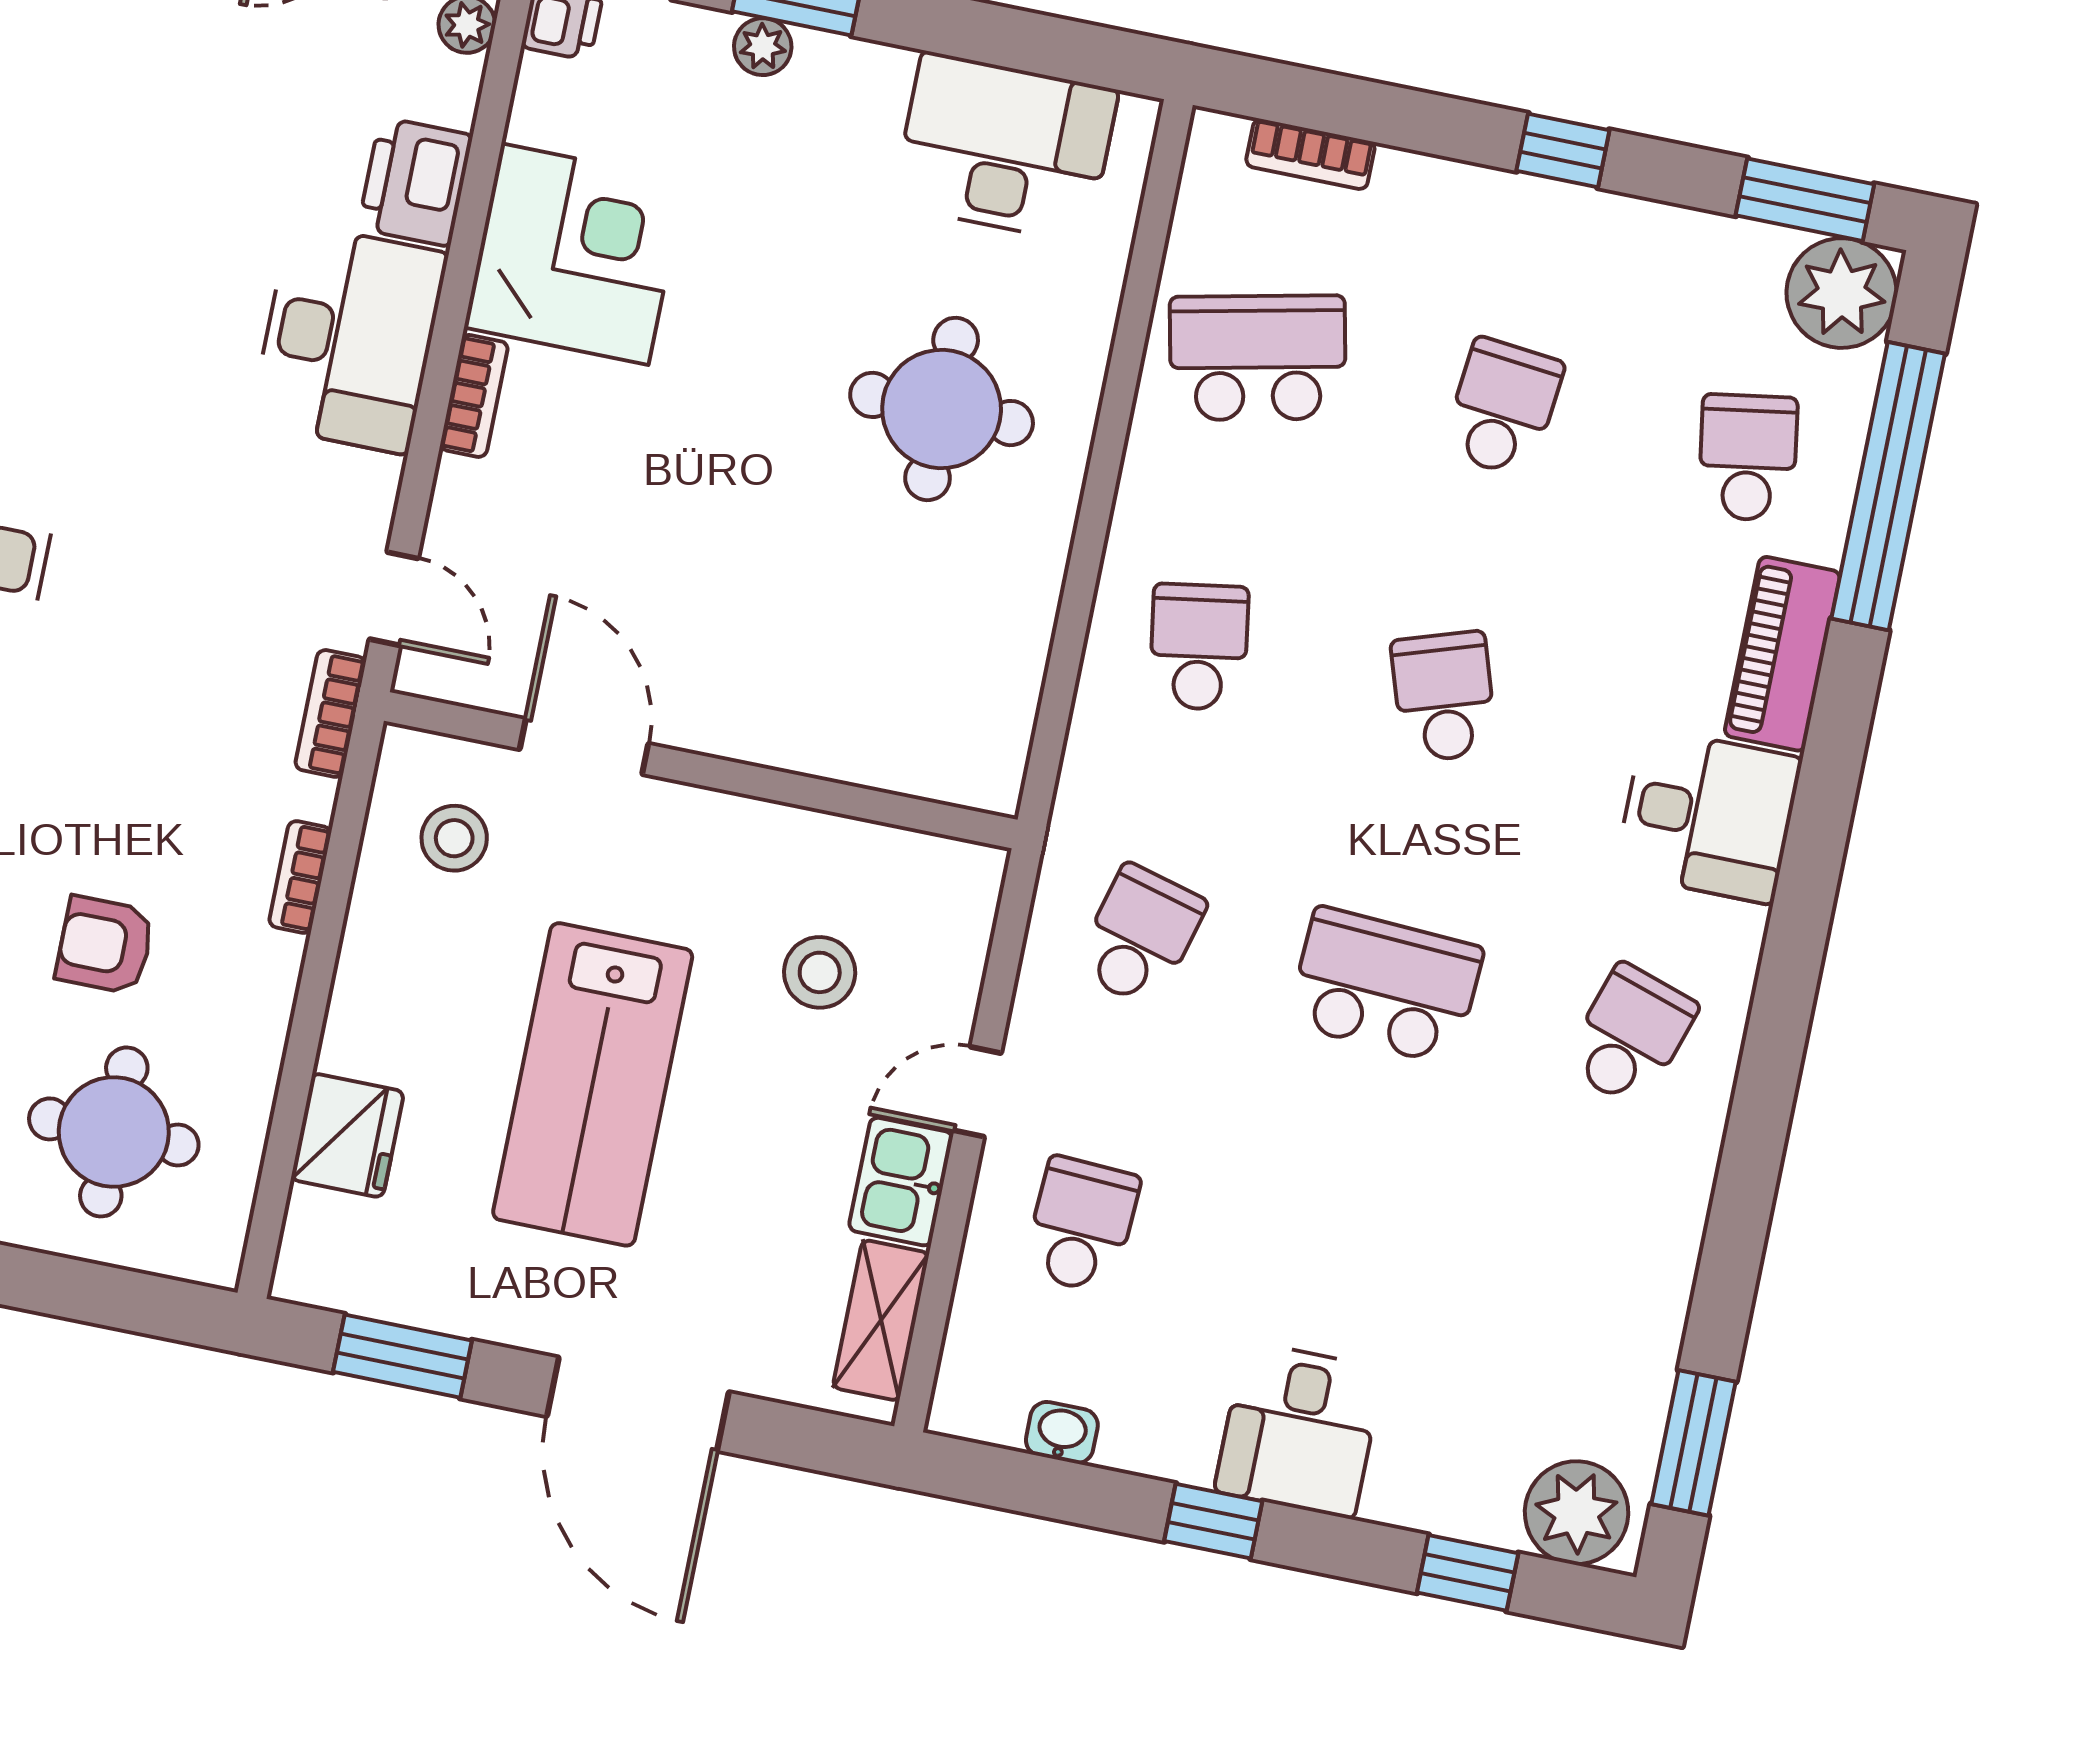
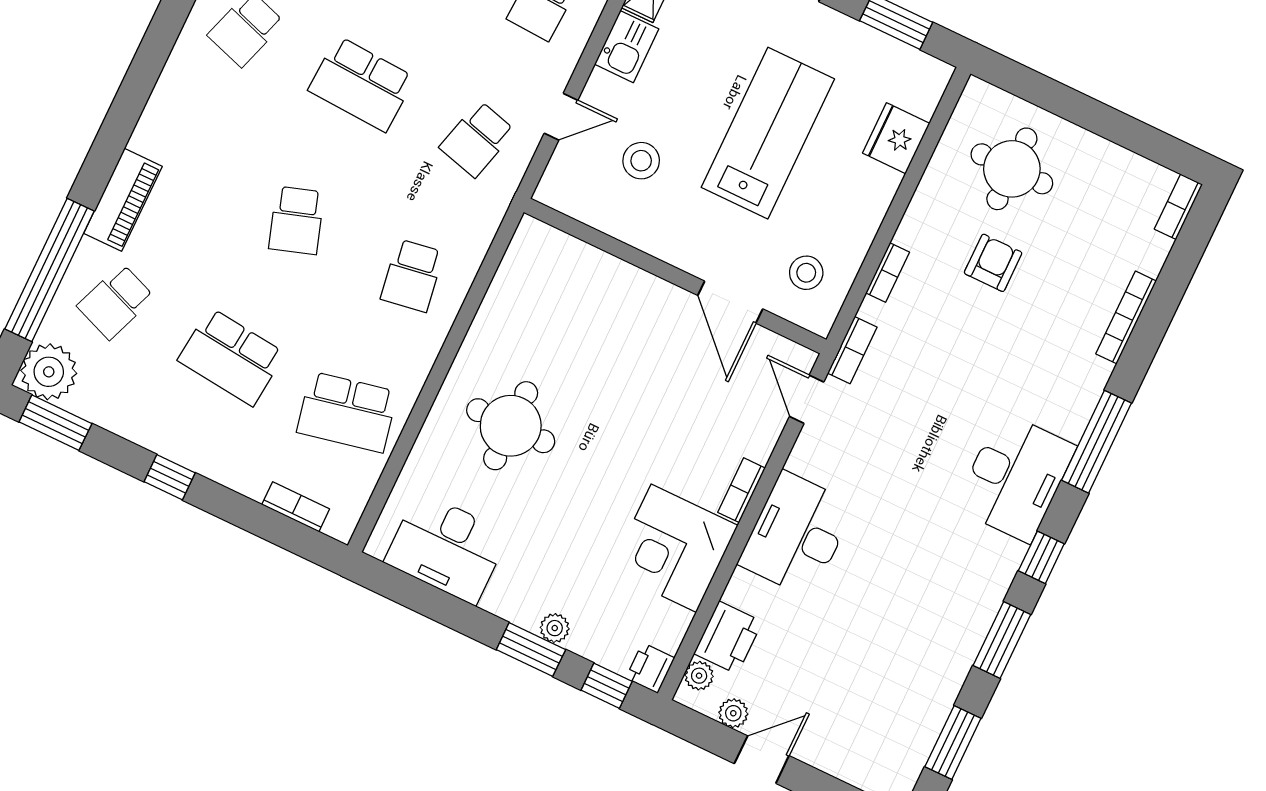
printer: (415, 182) -> (728, 638), moved
school desk: (1503, 408) -> (231, 357), width x1.85
school desk: (1748, 457) -> (116, 302), turned 30
desk: (1708, 816) -> (180, 128), removed
armchair: (105, 945) -> (993, 263), turned -90
door: (977, 1092) -> (561, 117), moved

